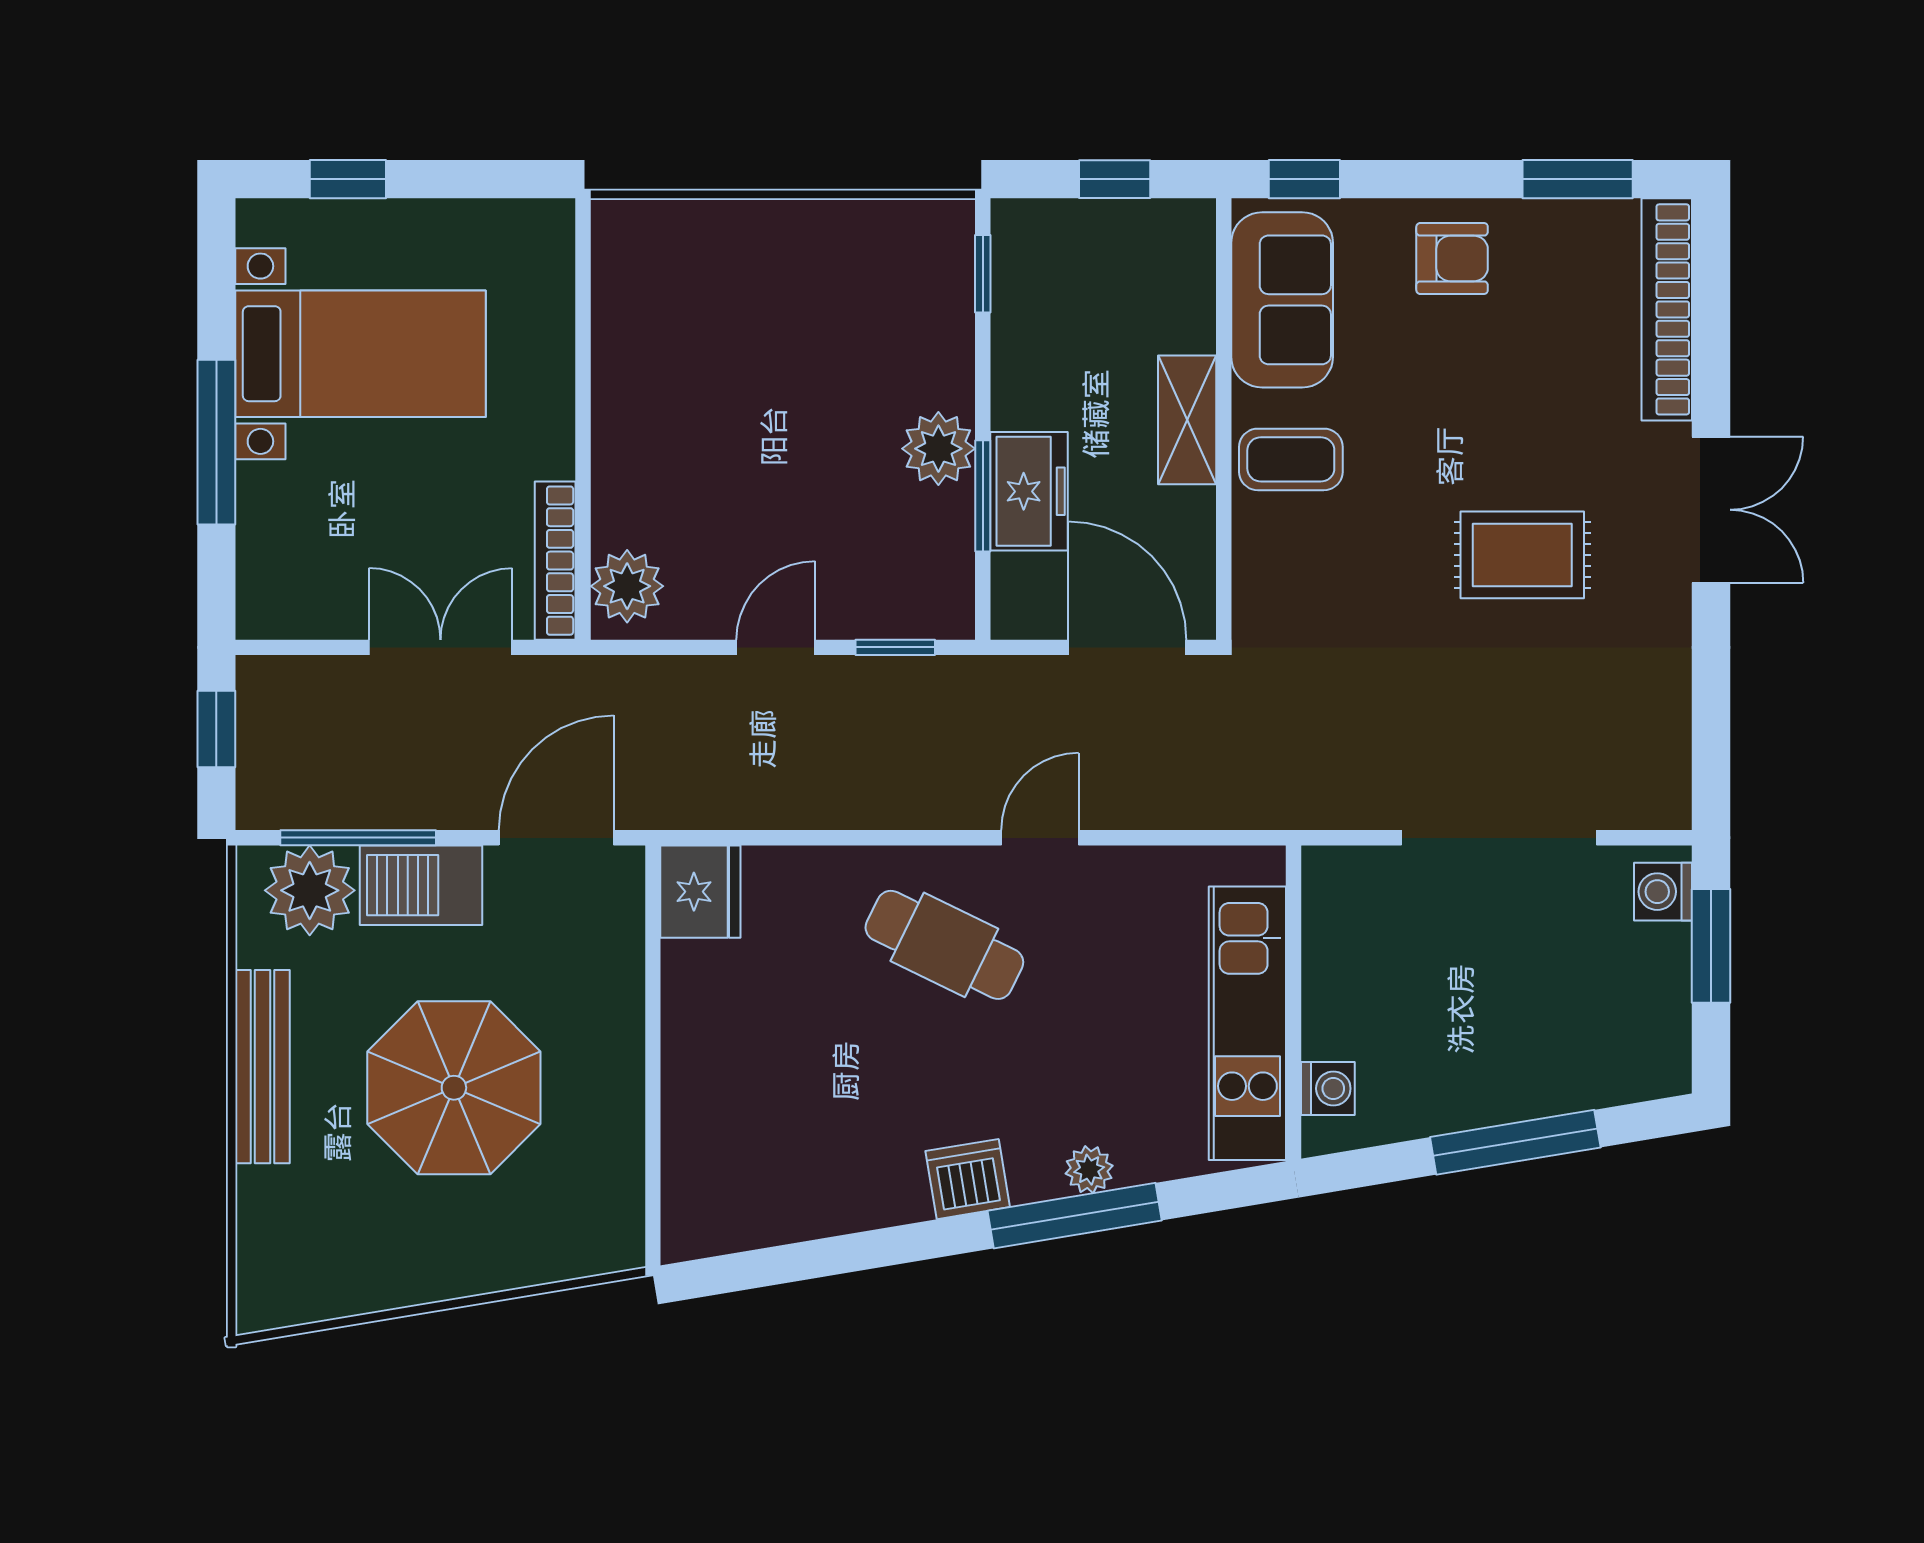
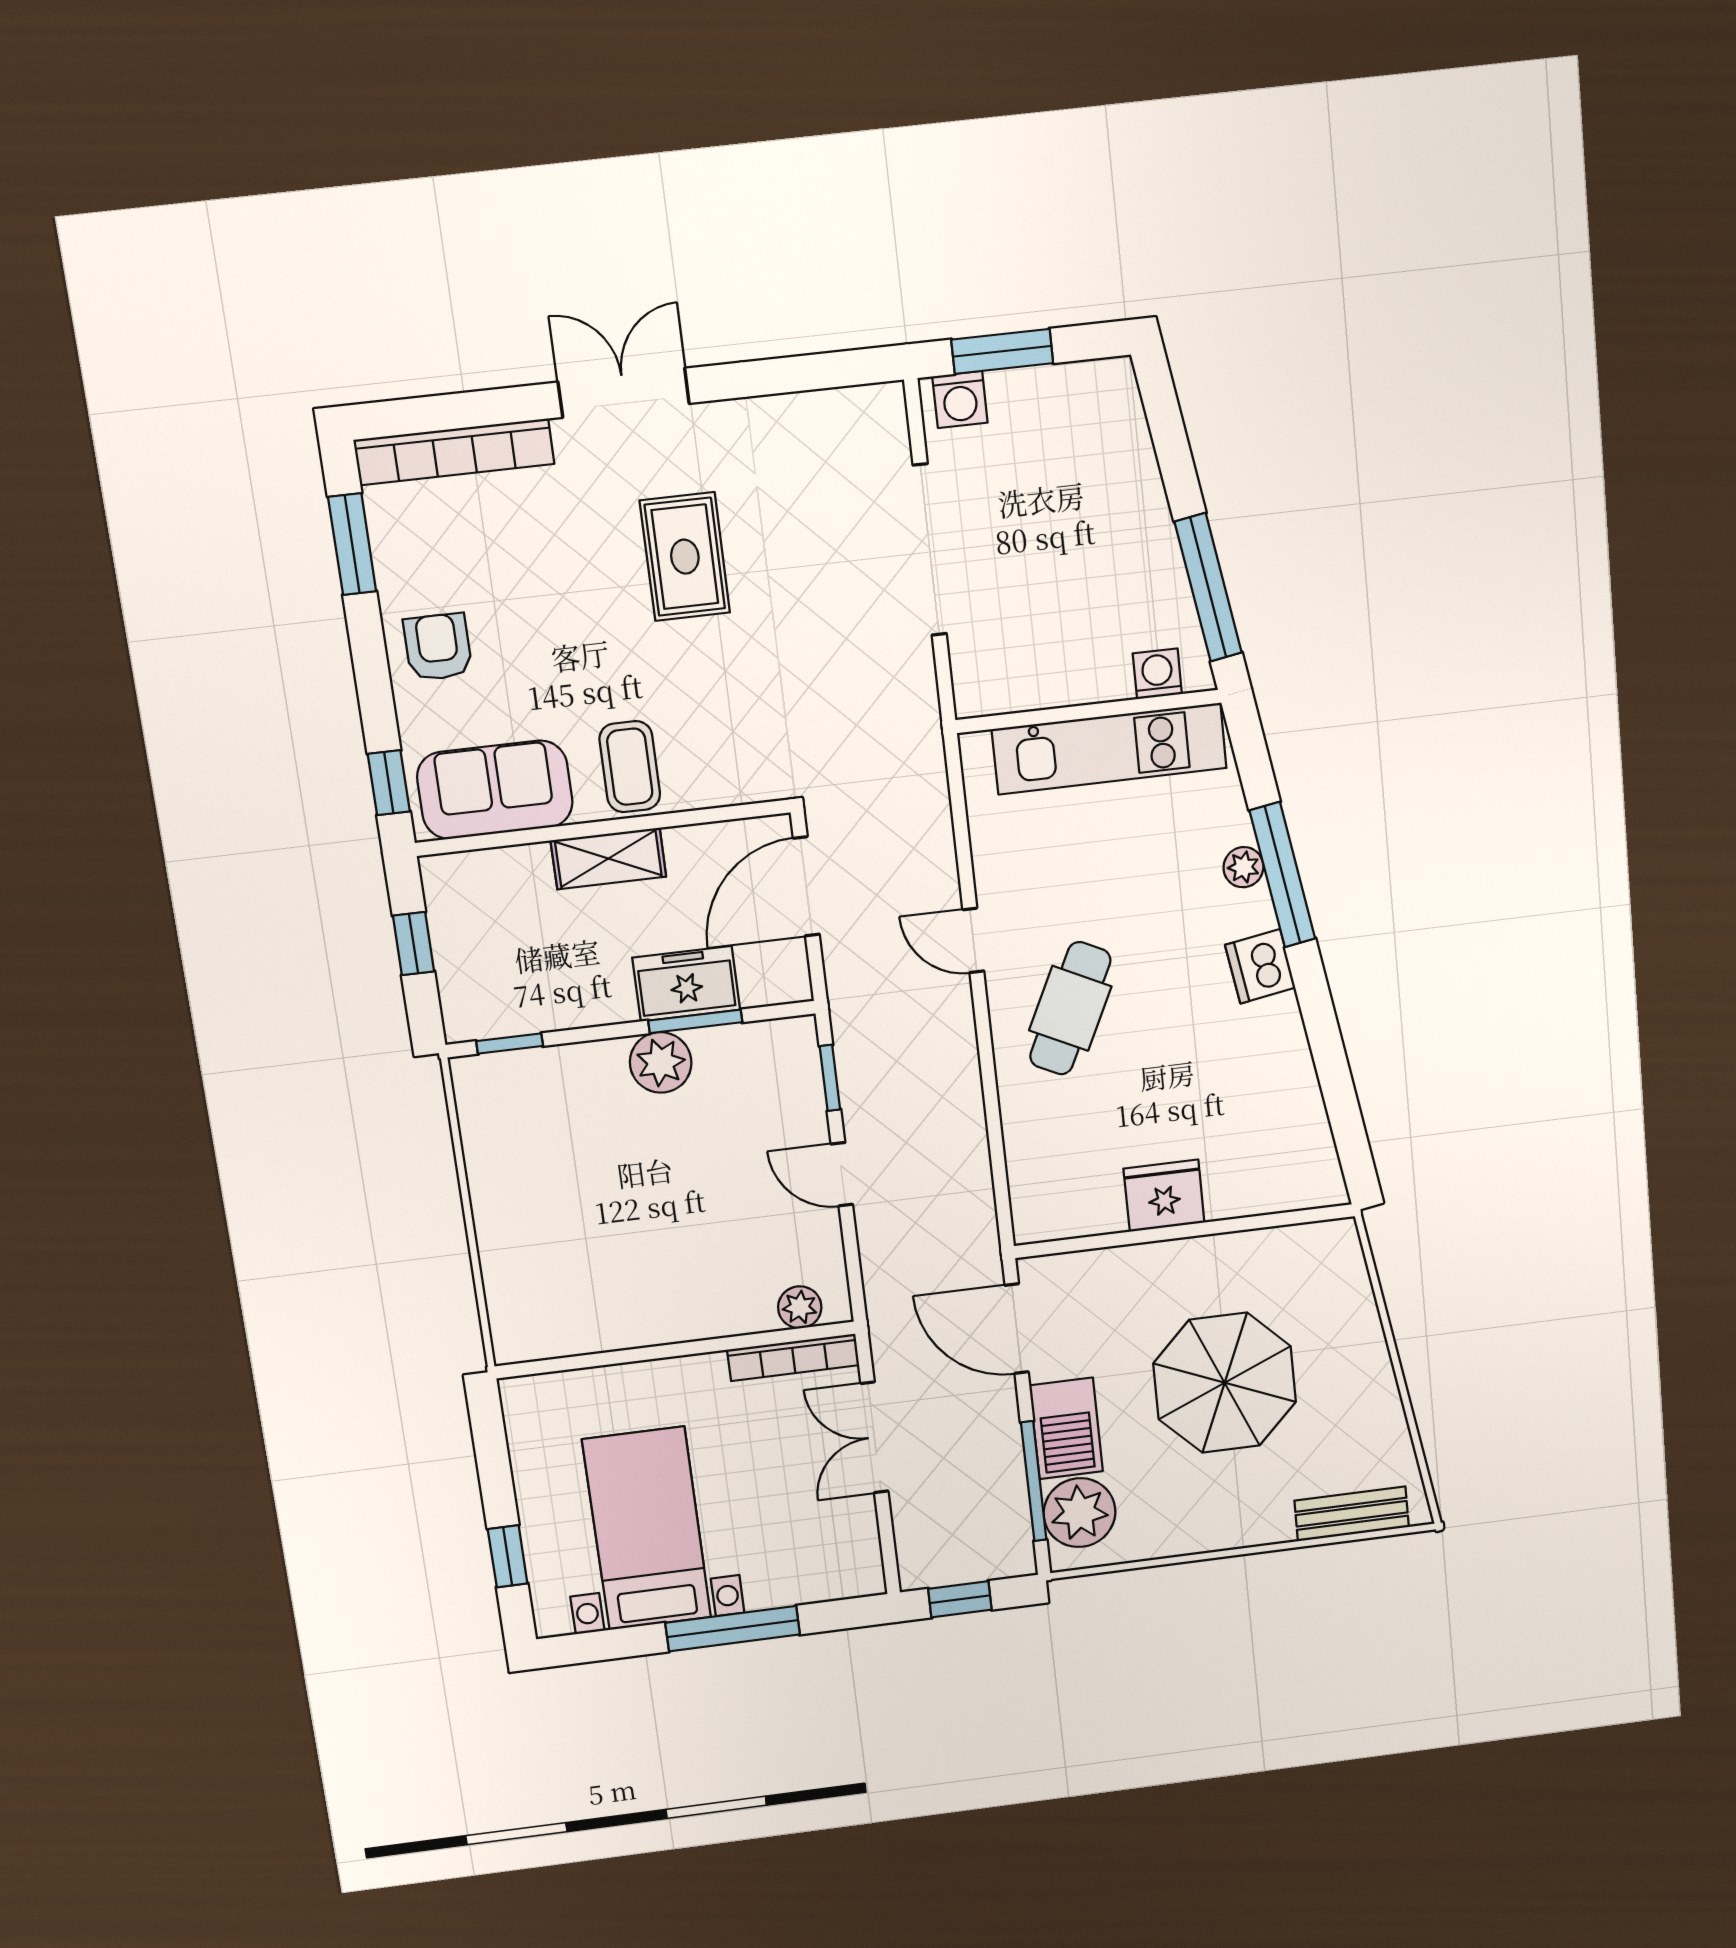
plant: (627, 586) -> (800, 1307), width x0.73, depth x0.73
fridge: (700, 892) -> (1164, 1196), moved
bench: (263, 1067) -> (1352, 1514), moved, width x0.73
window: (1515, 1142) -> (1208, 587), moved

